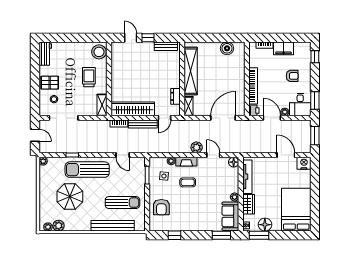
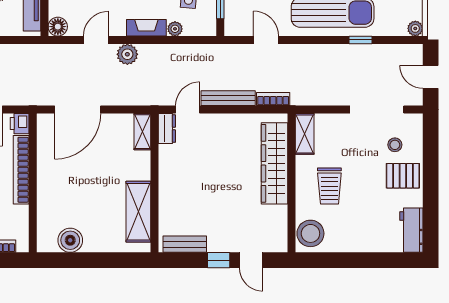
shelving: (191, 71) -> (138, 212), width x0.68
dresser: (175, 96) -> (167, 129), moved
wardrobe: (133, 109) -> (275, 163), moved, turned 90
door: (213, 155) -> (96, 40), swing flipped

